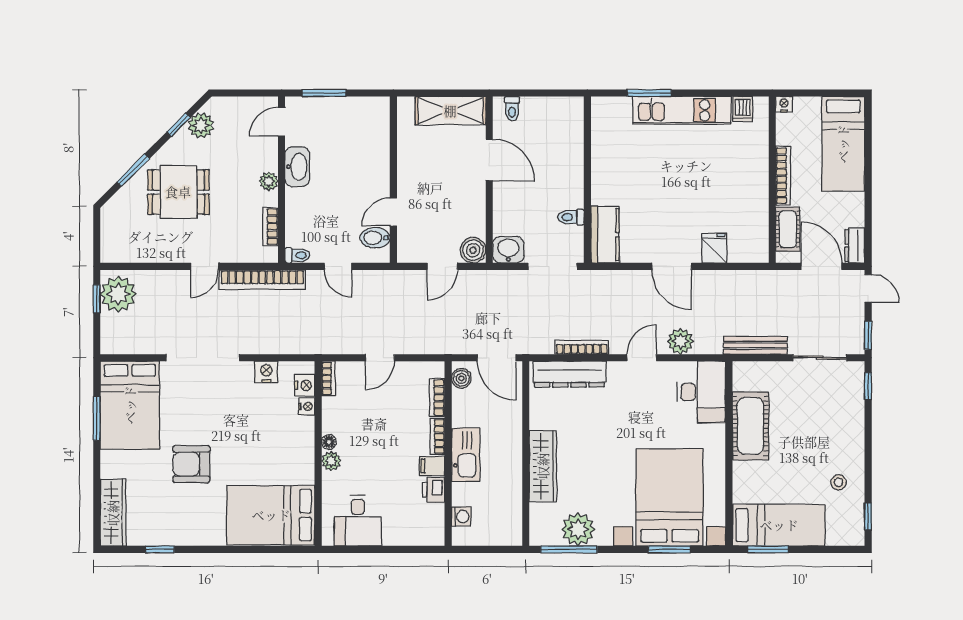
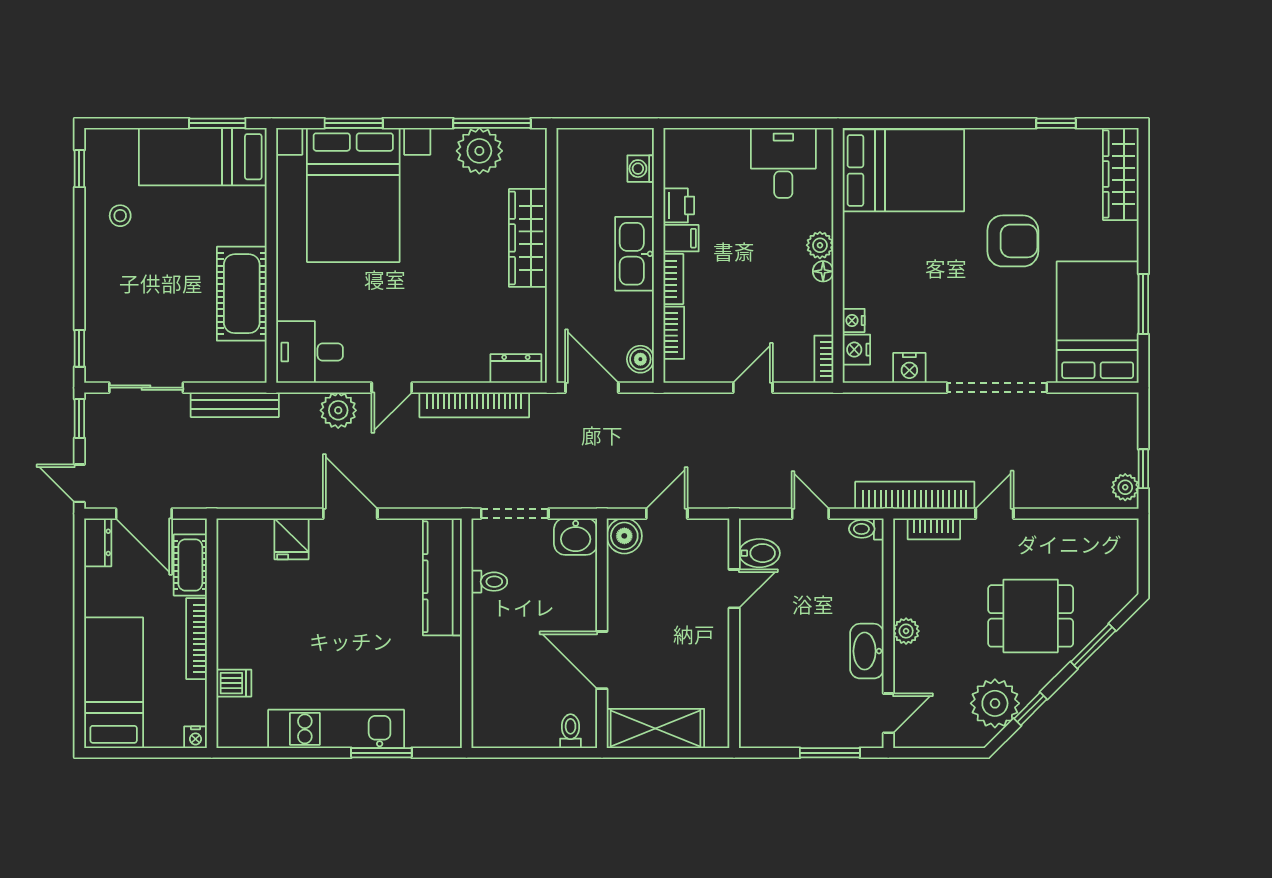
dishwasher: (743, 109) -> (234, 683), moved, turned 90
plant: (201, 125) -> (995, 703), width x1.36, depth x1.36
bookcase: (271, 227) -> (934, 529), moved, turned 90
kitchen counter: (605, 235) -> (442, 577), width x1.50
plant: (118, 294) -> (1125, 487), width x0.53, depth x0.53
bookcase: (582, 347) -> (474, 405), width x1.48, depth x1.31
dresser: (569, 374) -> (516, 369), width x0.51, depth x0.80
desk: (701, 392) -> (309, 352), width x0.73

